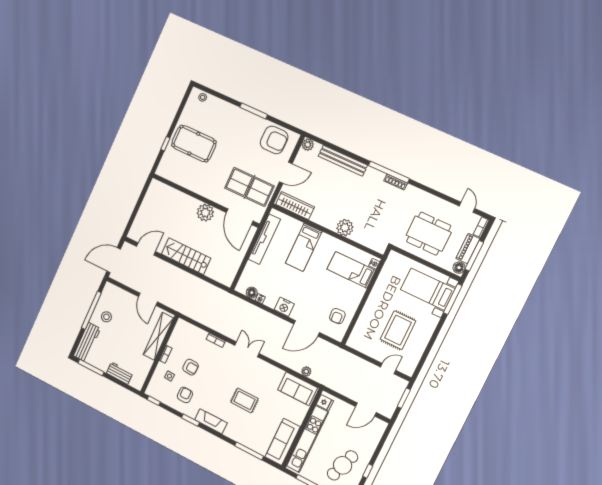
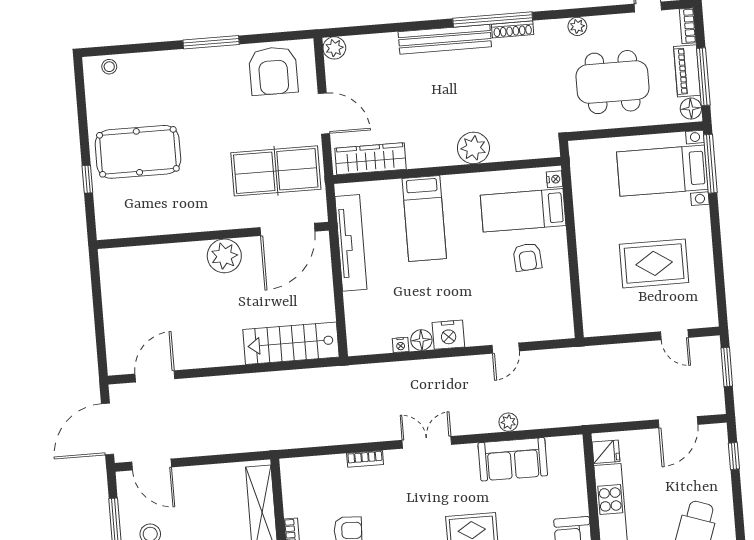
armchair: (274, 140) -> (273, 71), turned 90
bench: (343, 161) -> (445, 39), moved
door: (286, 173) -> (324, 114), hinge flipped
plant: (427, 198) -> (577, 26), added
door: (240, 217) -> (287, 229), hinge flipped
stairs: (186, 256) -> (291, 343), moved
floor lamp: (252, 293) -> (421, 340), moved
door: (148, 299) -> (152, 465), moved
armchair: (337, 316) -> (527, 257), moved
door: (307, 328) -> (506, 348), width x0.53
rug: (398, 330) -> (654, 263), turned 90
door: (388, 369) -> (674, 335), swing flipped
plant: (306, 371) -> (508, 422), moved
sofa: (298, 389) -> (513, 459), moved
window: (368, 471) -> (734, 456), moved

